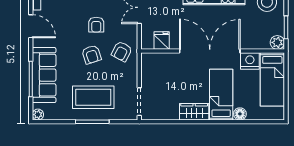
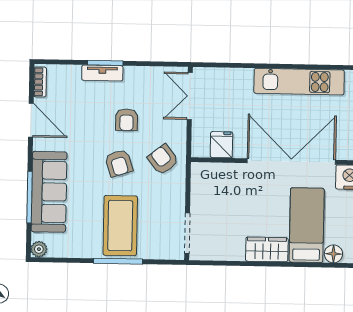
armchair: (122, 51) -> (163, 159), turned 114
coffee table: (93, 97) -> (120, 226), turned 90

